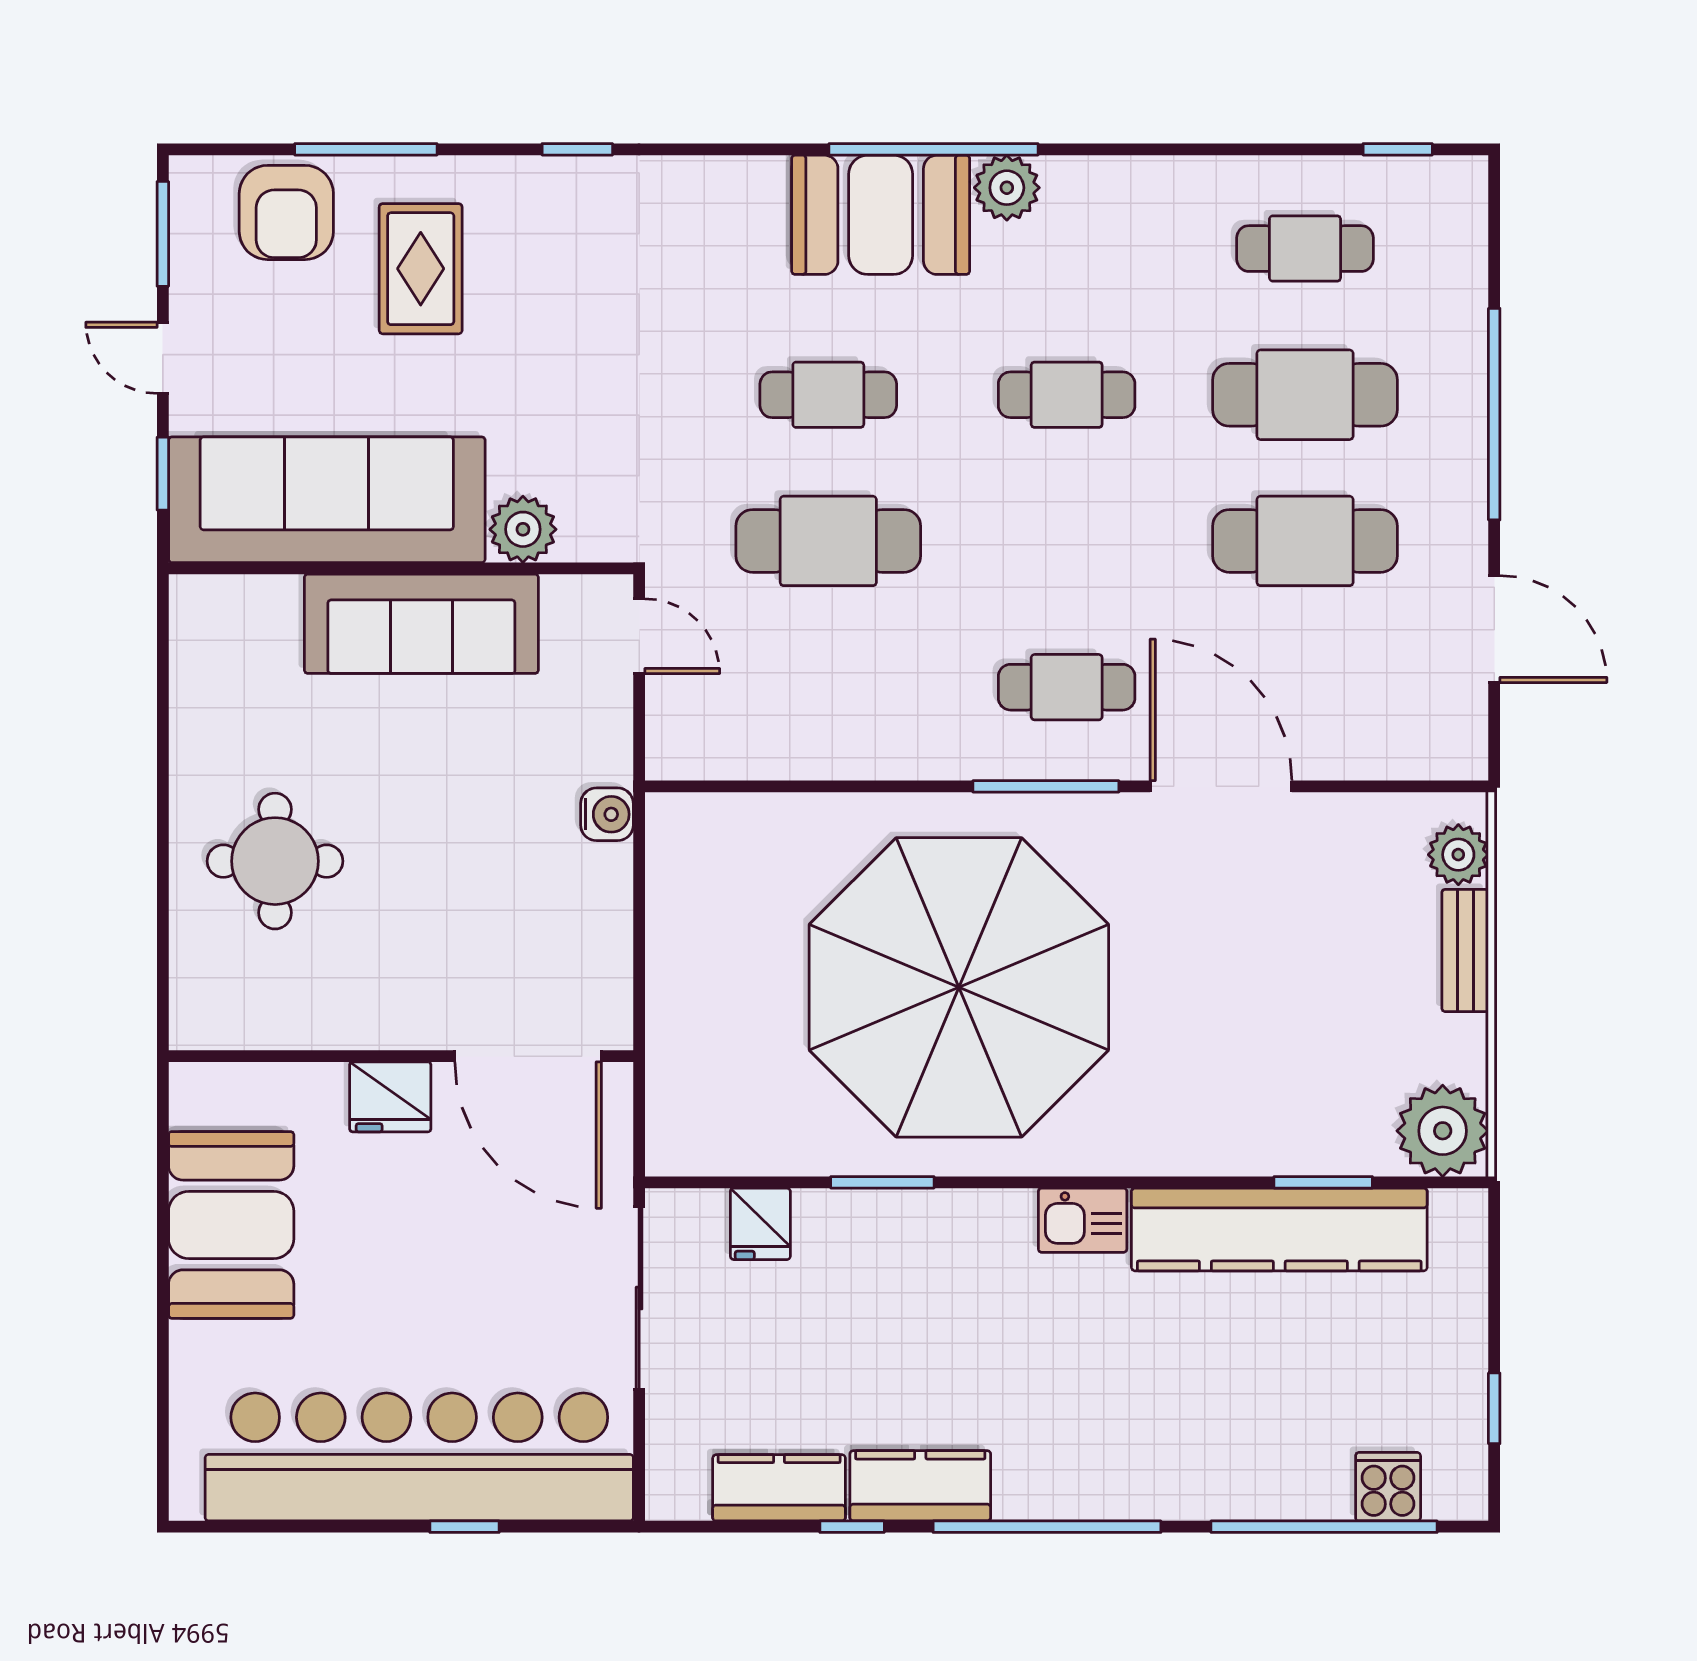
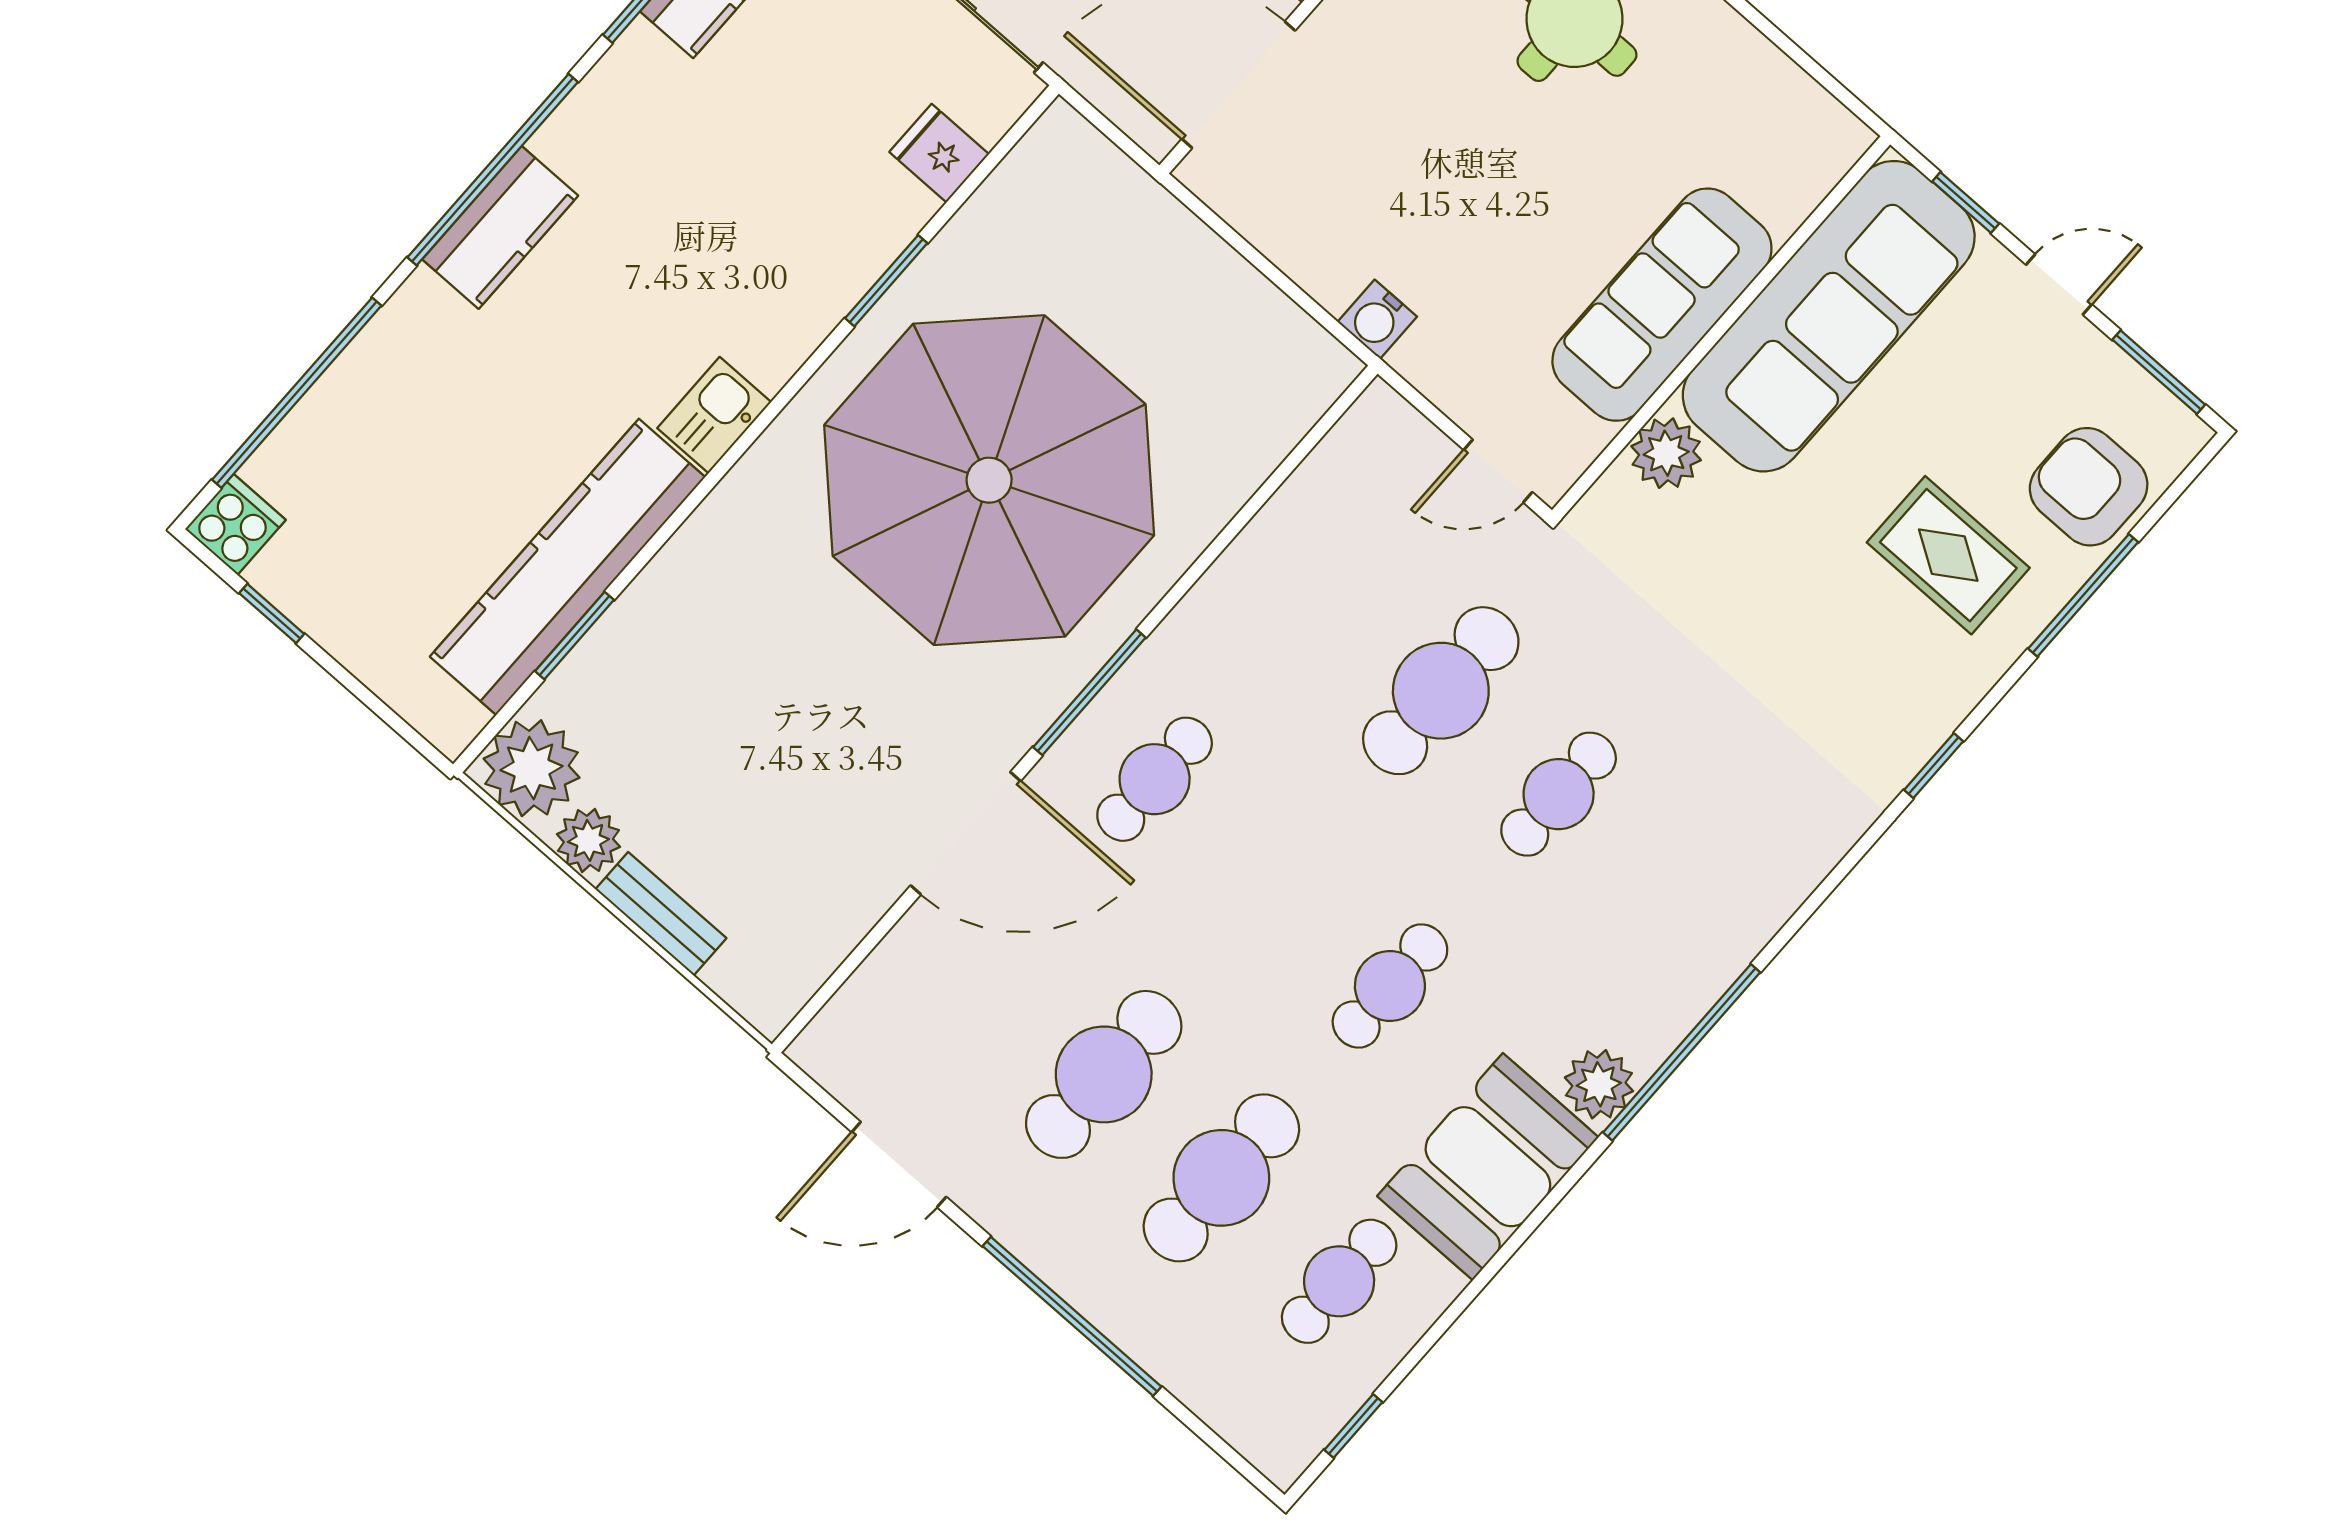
booth: (881, 215) -> (1488, 1167), moved
plant: (1458, 855) -> (588, 840), moved
kitchen counter: (920, 1486) -> (500, 227), moved
cooker: (1388, 1487) -> (235, 524), moved, turned -90

